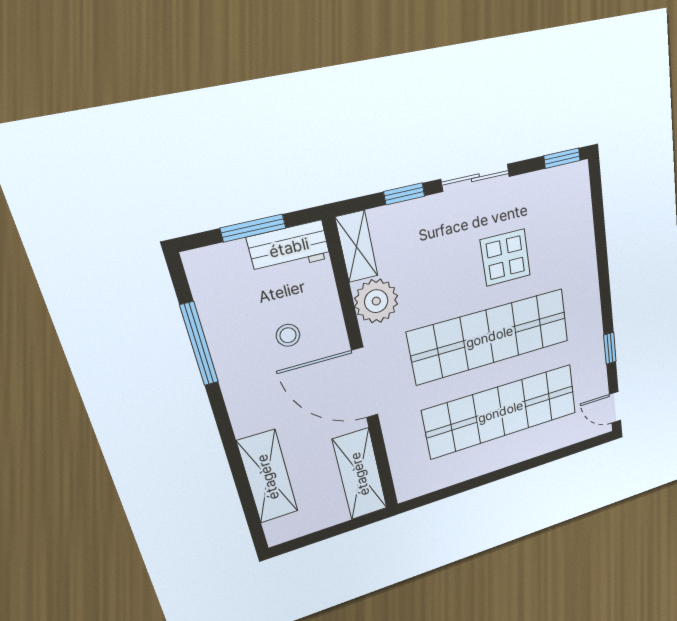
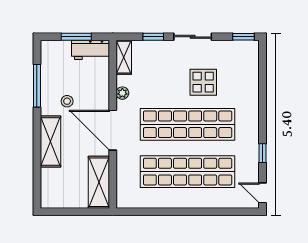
plant: (376, 301) -> (122, 93), width x0.53, depth x0.53
stool: (288, 335) -> (67, 101), moved
shelving: (268, 477) -> (51, 141), moved

